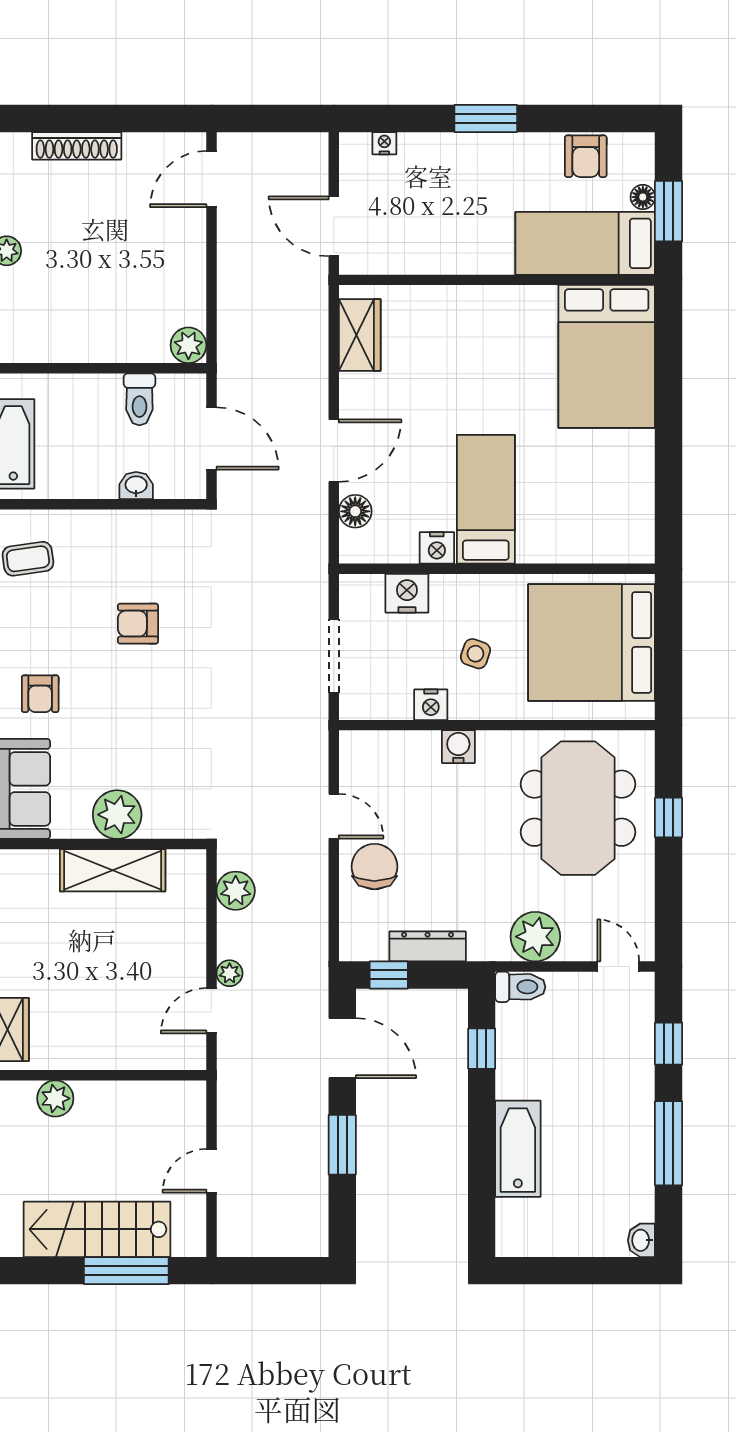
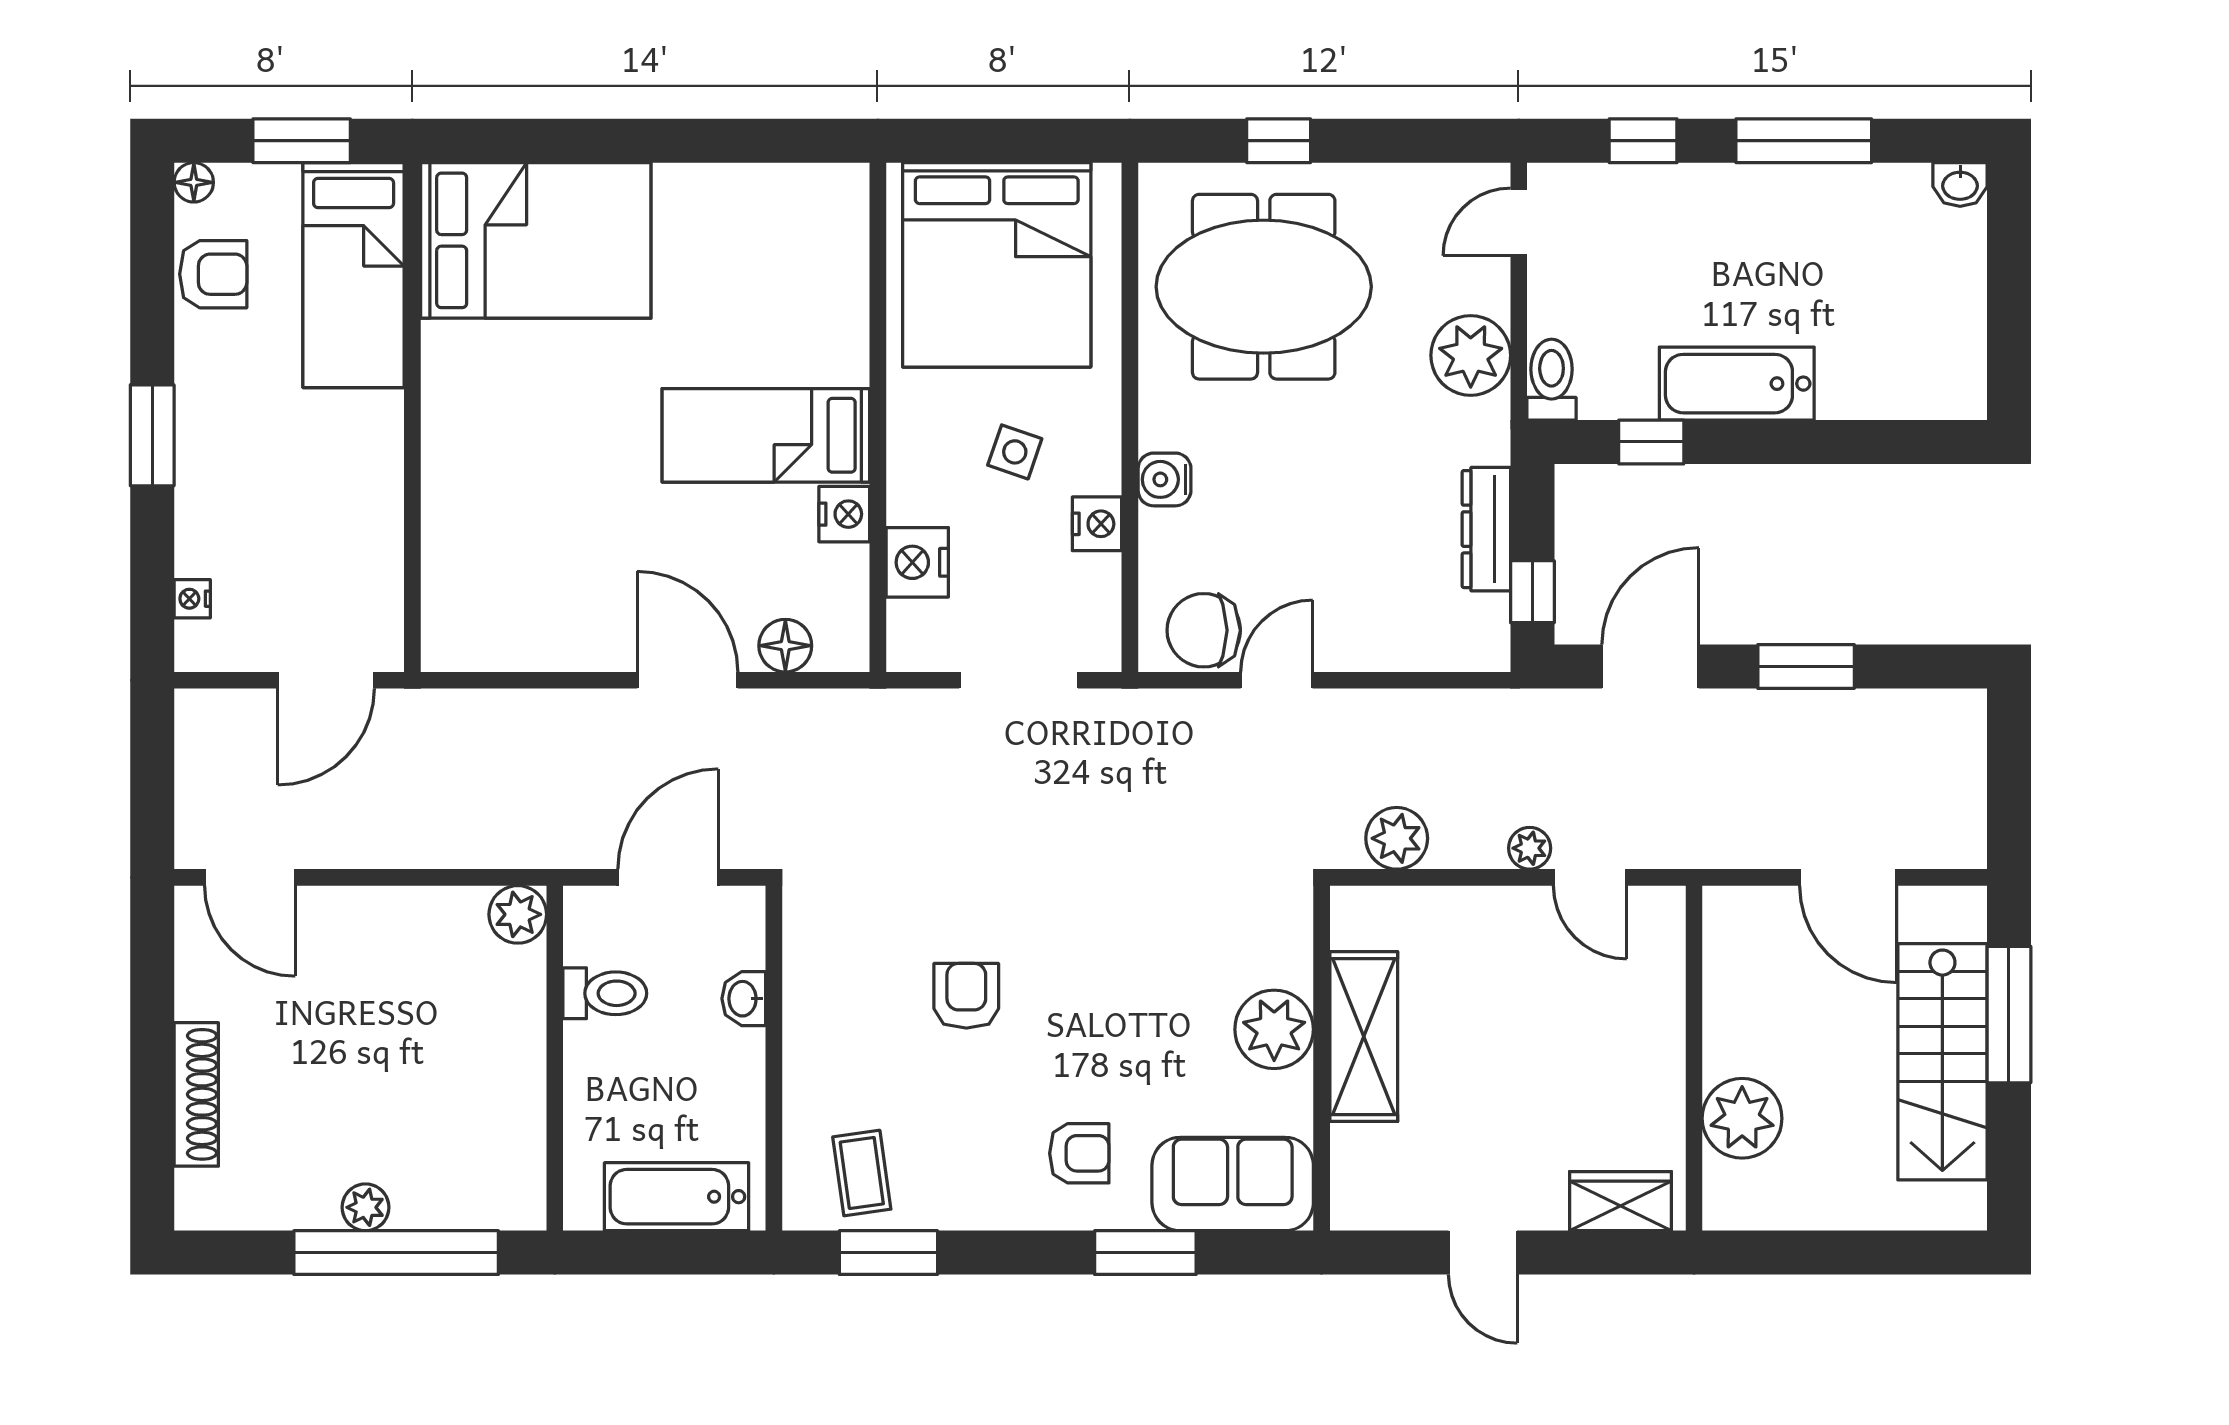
floor lamp: (643, 197) -> (194, 182), moved
wardrobe: (360, 335) -> (501, 638), removed
armchair: (138, 624) -> (966, 996), turned 180
chair: (374, 867) -> (1204, 630), moved
plant: (55, 1098) -> (1742, 1118), width x1.36, depth x1.36
bathtub: (518, 1149) -> (1737, 384), moved
door: (211, 1171) -> (1848, 877), width x1.38

